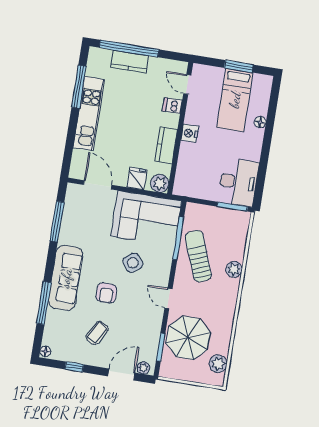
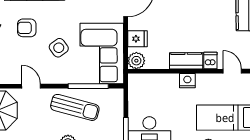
door: (187, 84) -> (232, 71), hinge flipped
kitchen counter: (166, 145) -> (186, 61), moved
sun lounger: (198, 256) -> (75, 107), turned 36
door: (168, 298) -> (31, 86), hinge flipped

